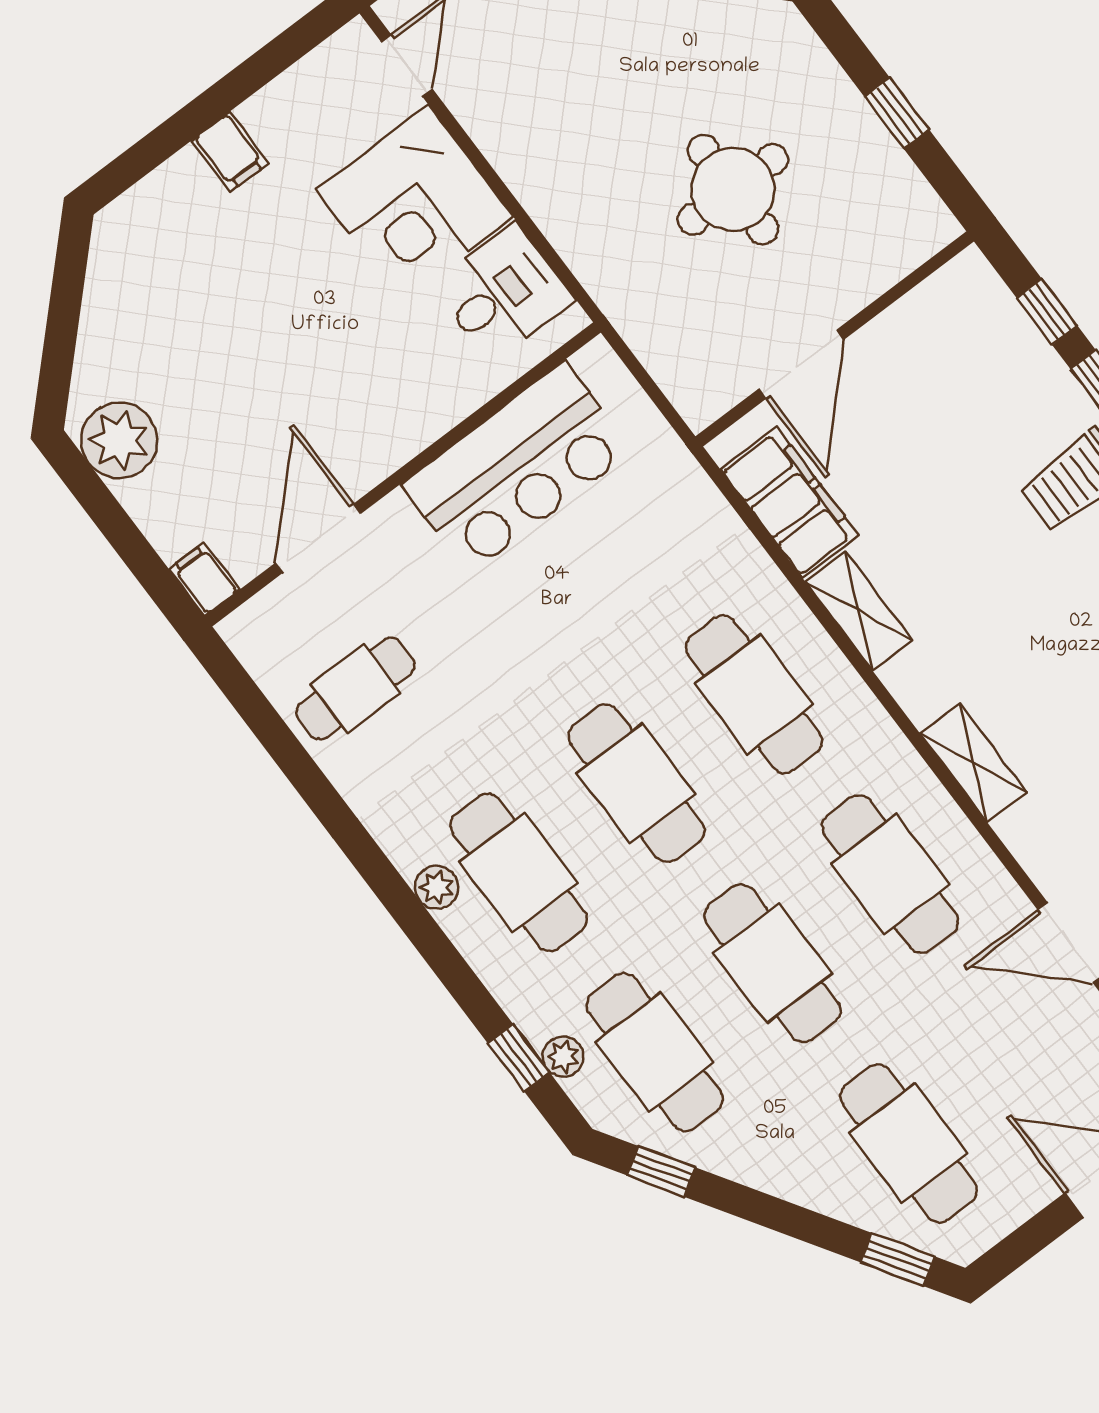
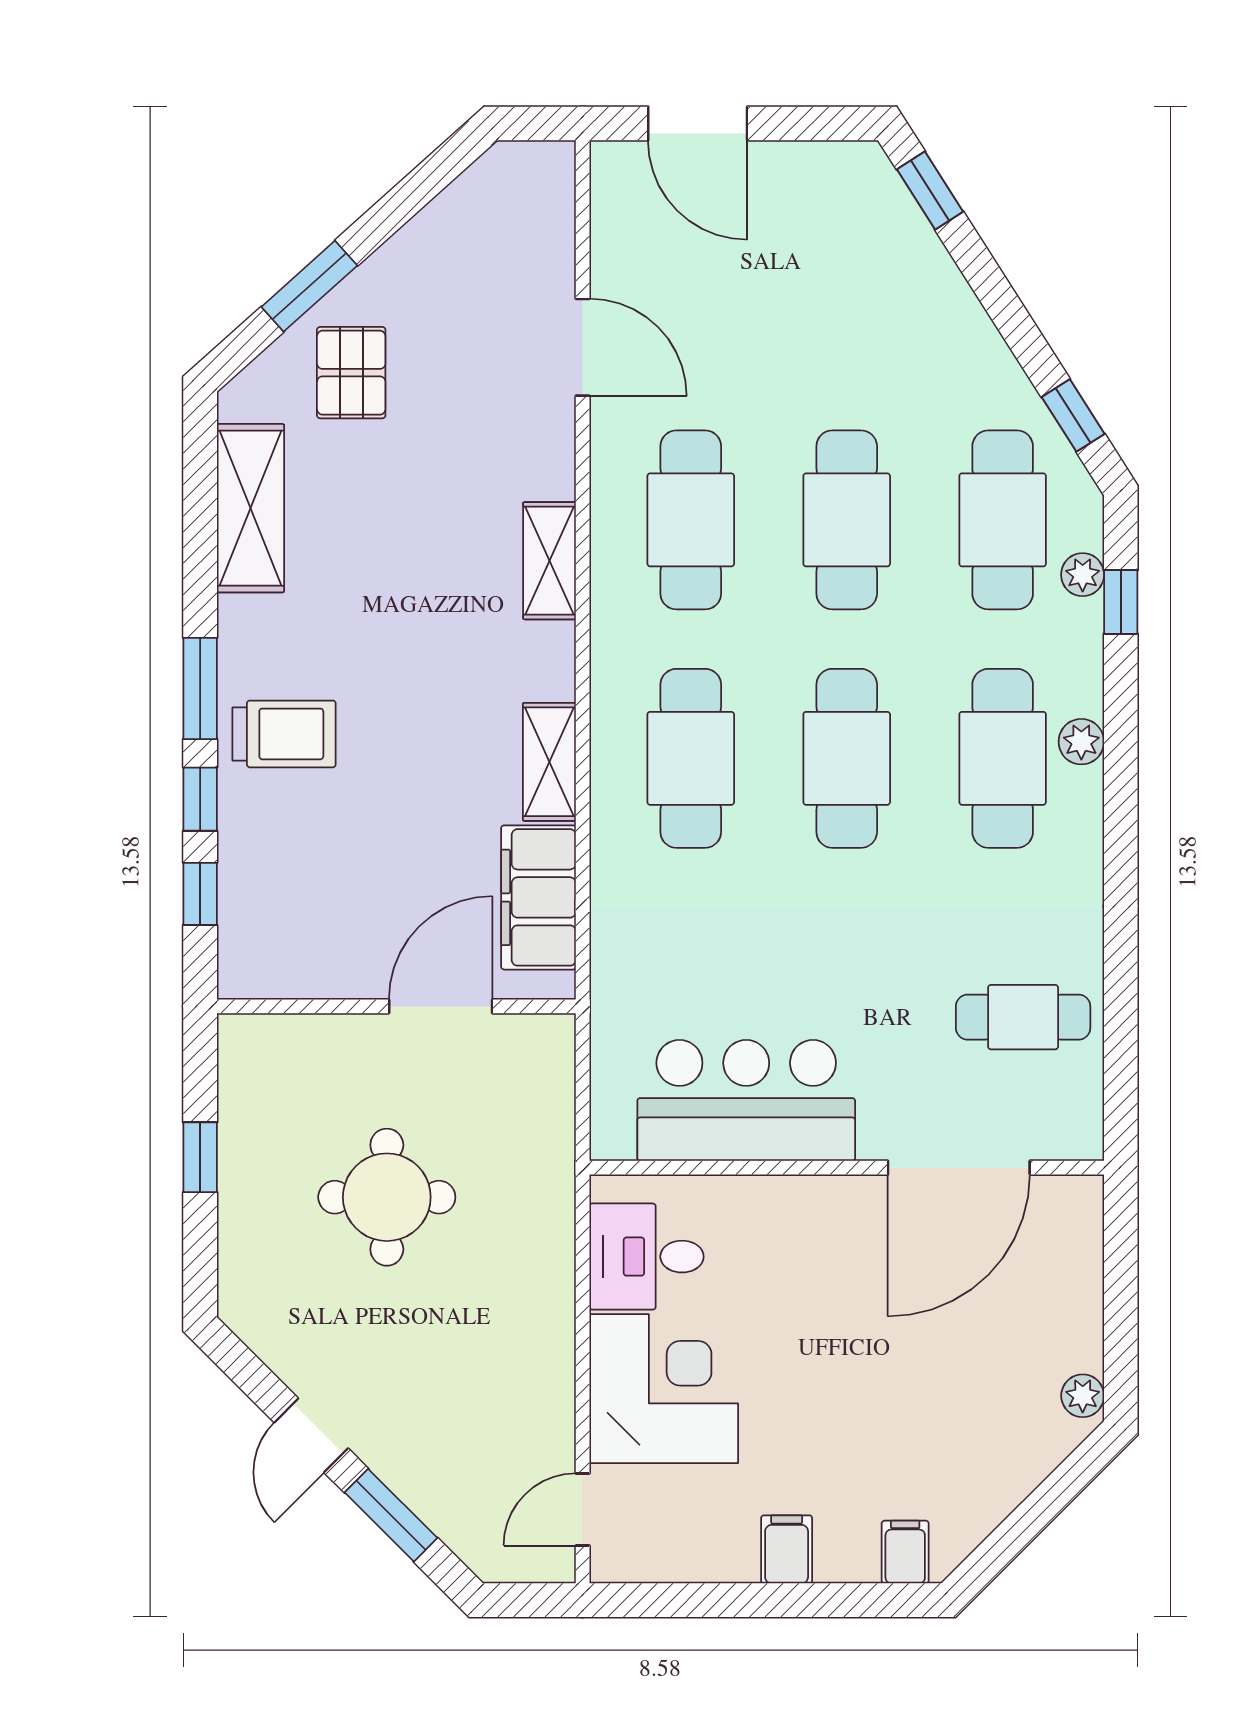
plant: (119, 440) -> (1083, 1396), width x0.53, depth x0.53
door: (318, 538) -> (959, 1168), width x1.36
filing cabinet: (204, 579) -> (905, 1552), moved, turned 180
plant: (437, 887) -> (1081, 742), moved
cafe table: (909, 1143) -> (847, 281), removed

